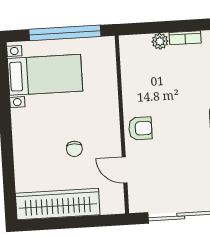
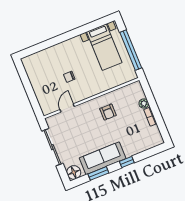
armchair: (140, 128) -> (108, 112), moved
wardrobe: (58, 204) -> (36, 78), removed

